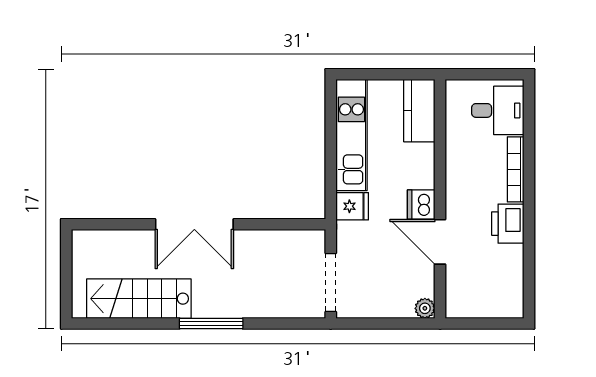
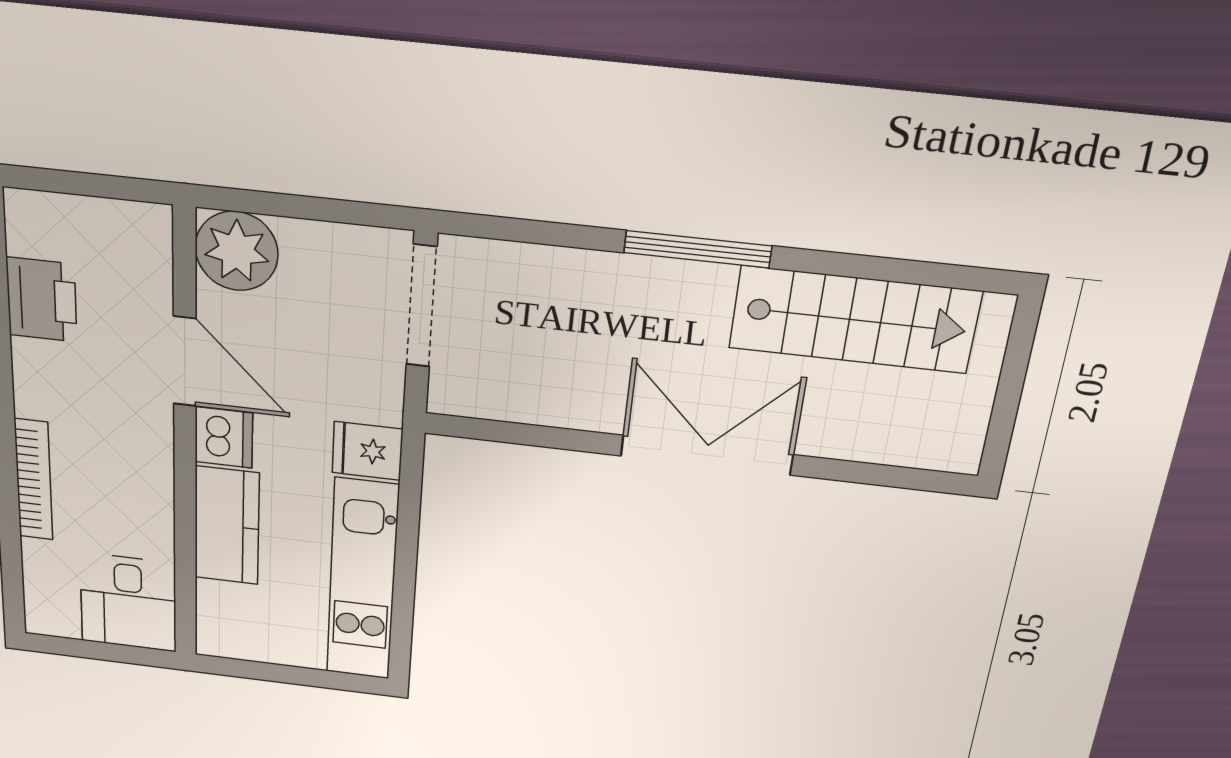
desk: (498, 110) -> (128, 602), moved, turned -90
kitchen counter: (419, 111) -> (227, 526), moved
printer: (508, 224) -> (42, 300), moved
plant: (425, 308) -> (237, 251), width x1.88, depth x1.88

